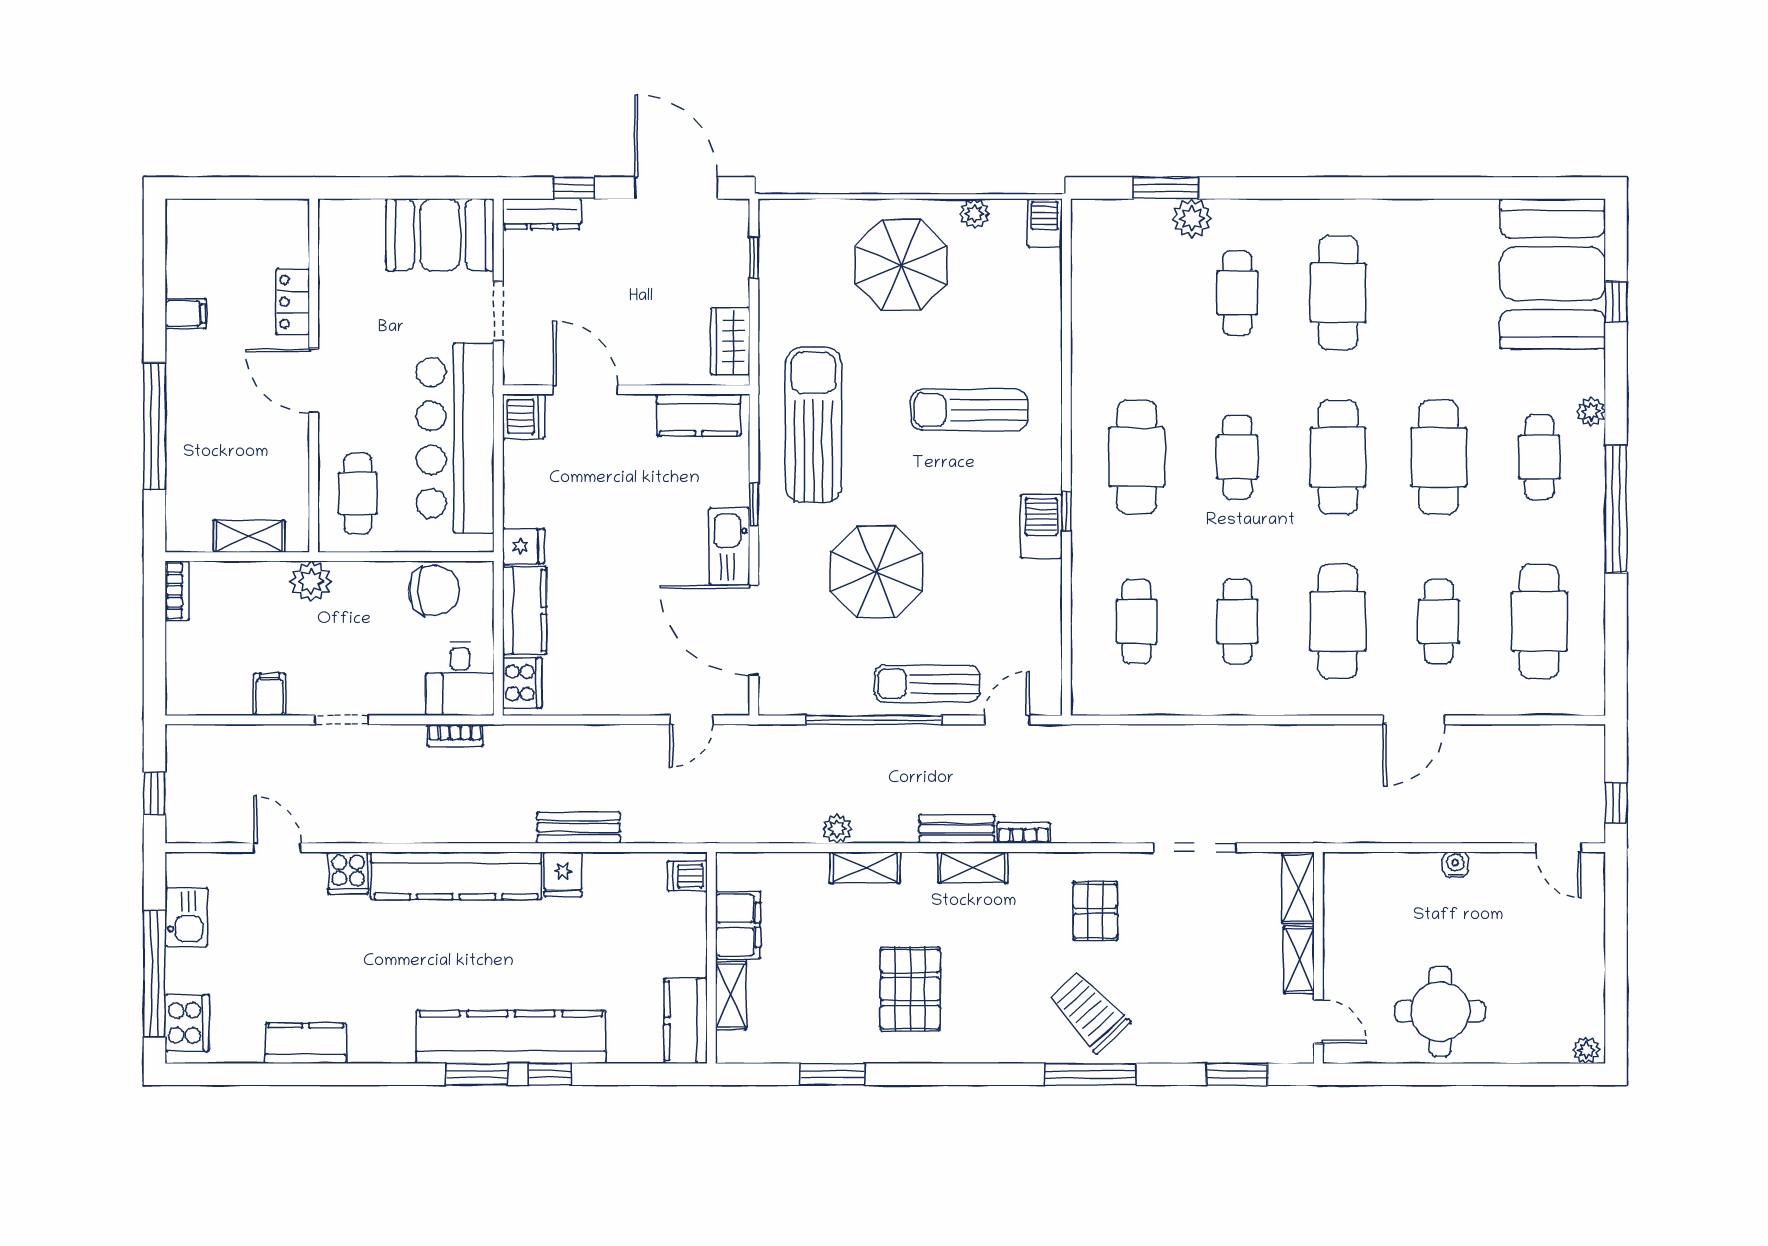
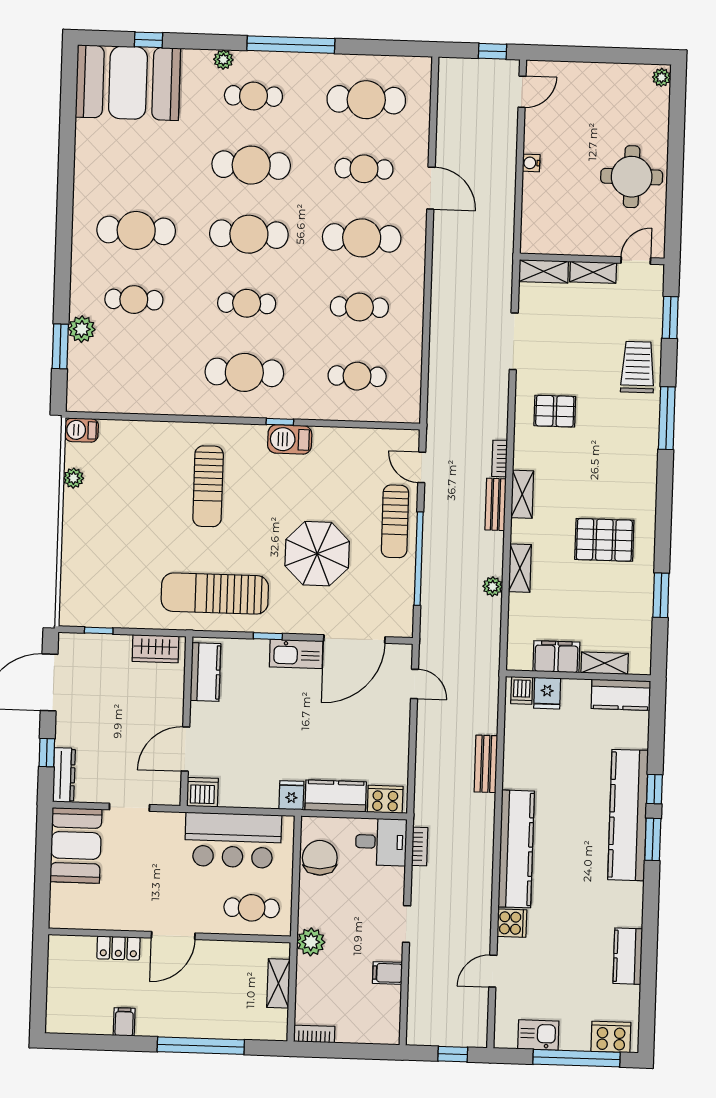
parasol: (901, 265) -> (107, 530), removed
bar counter: (455, 438) -> (233, 840), width x0.73
fridge: (563, 875) -> (547, 693), moved, turned 90
trolley: (1089, 1012) -> (638, 367), moved, turned 133

